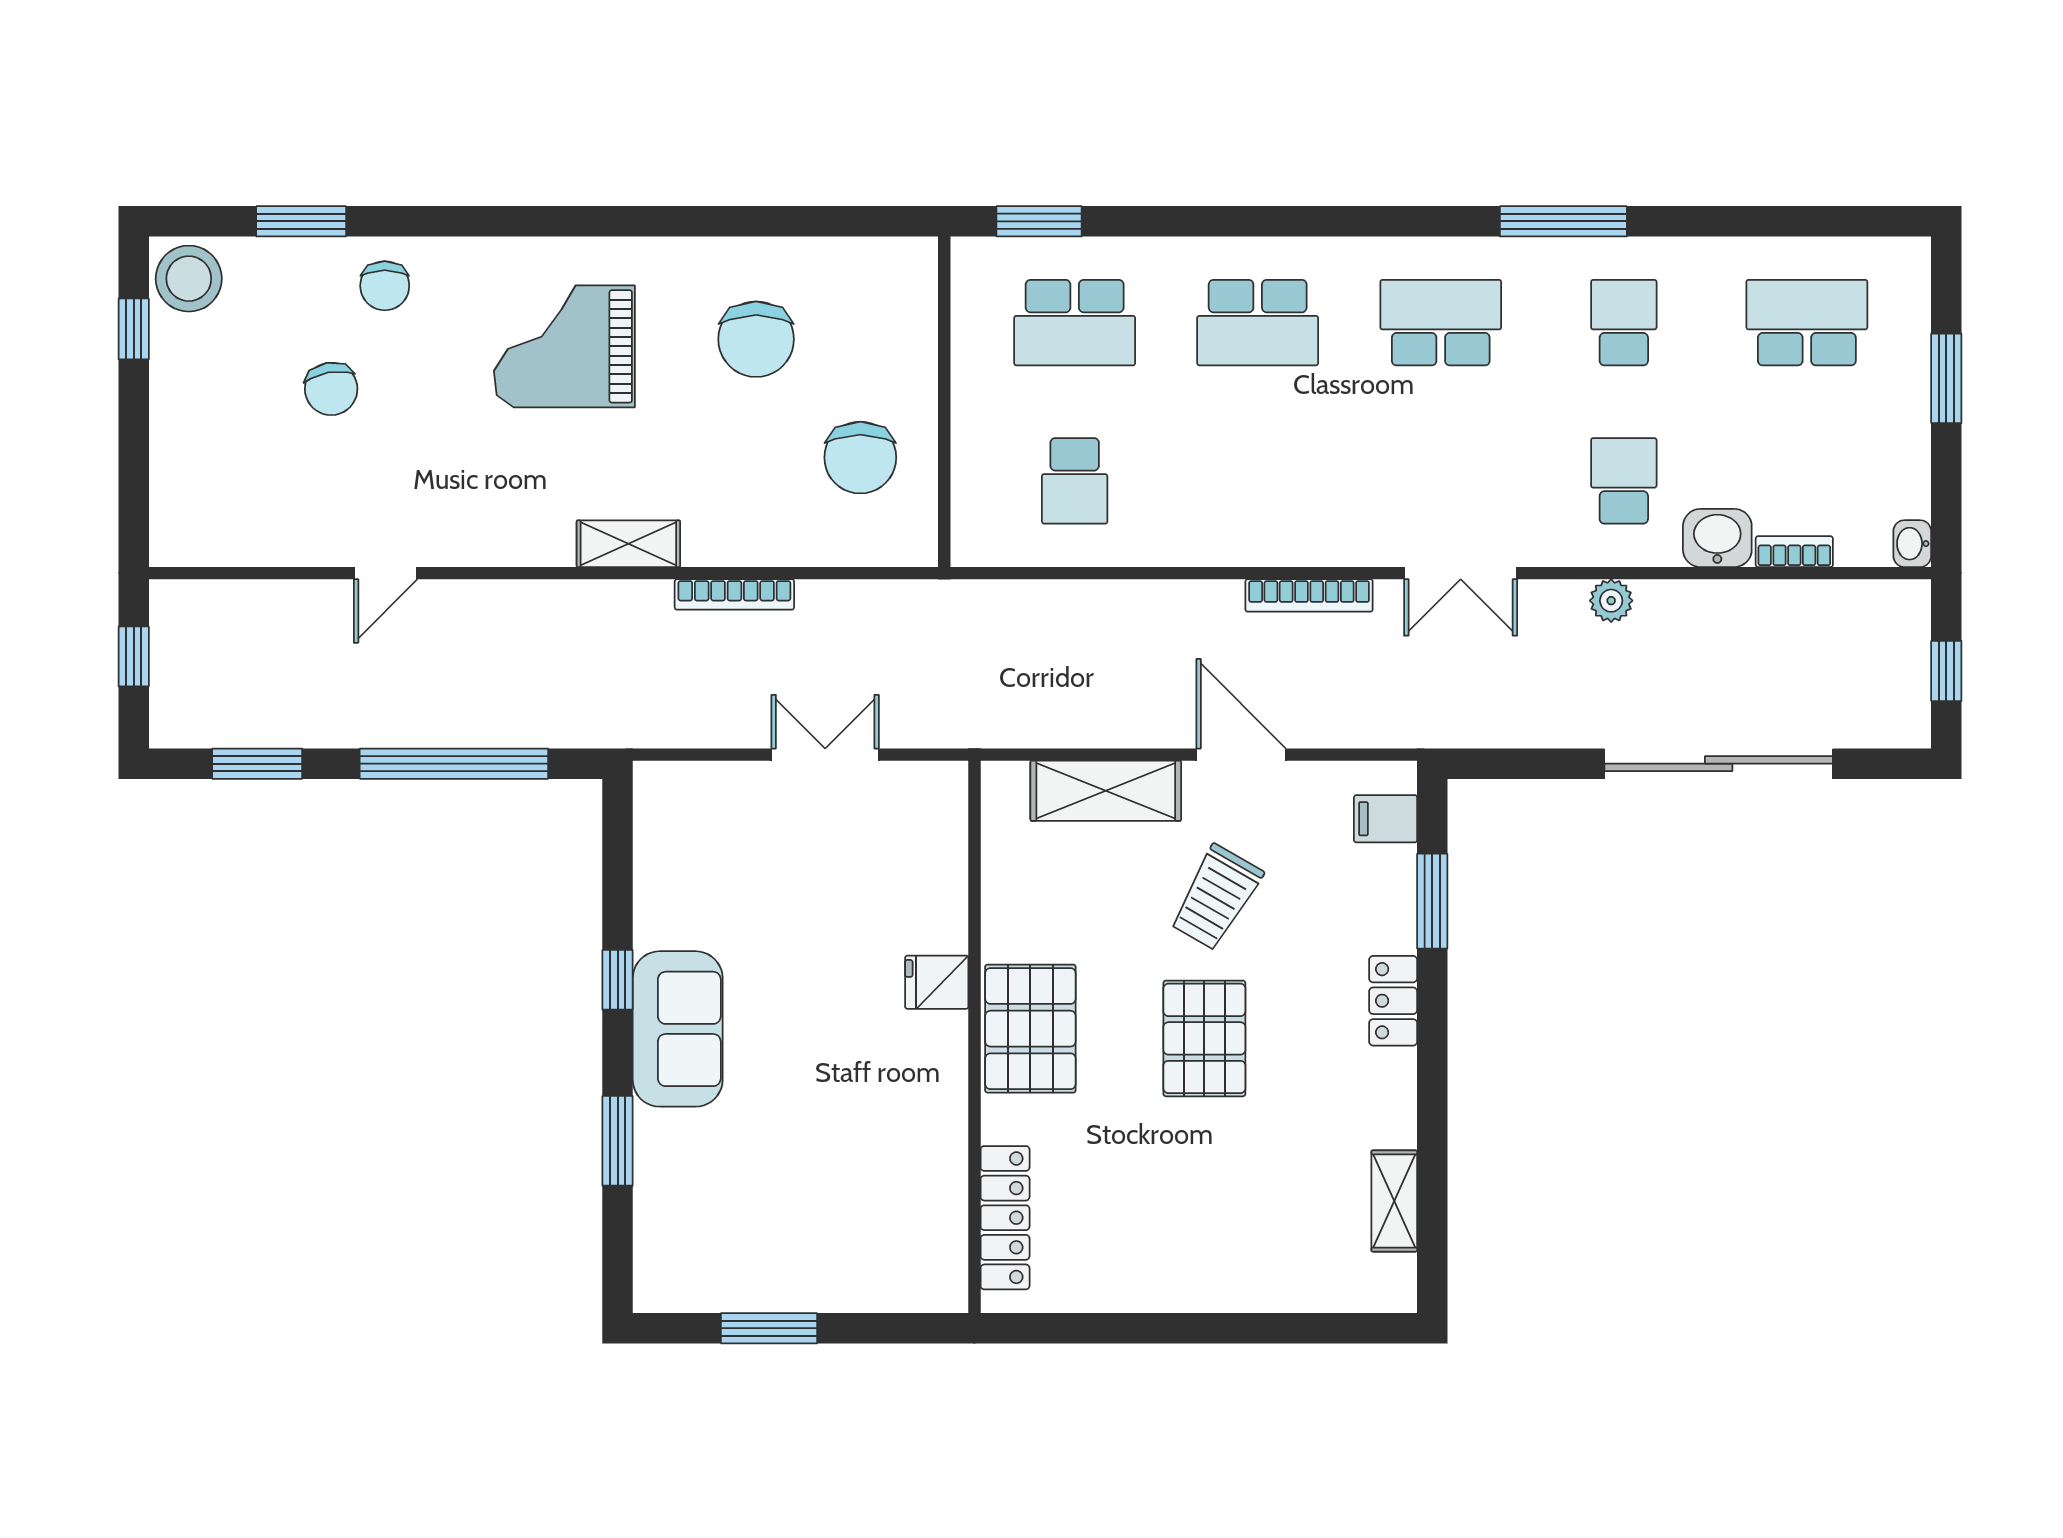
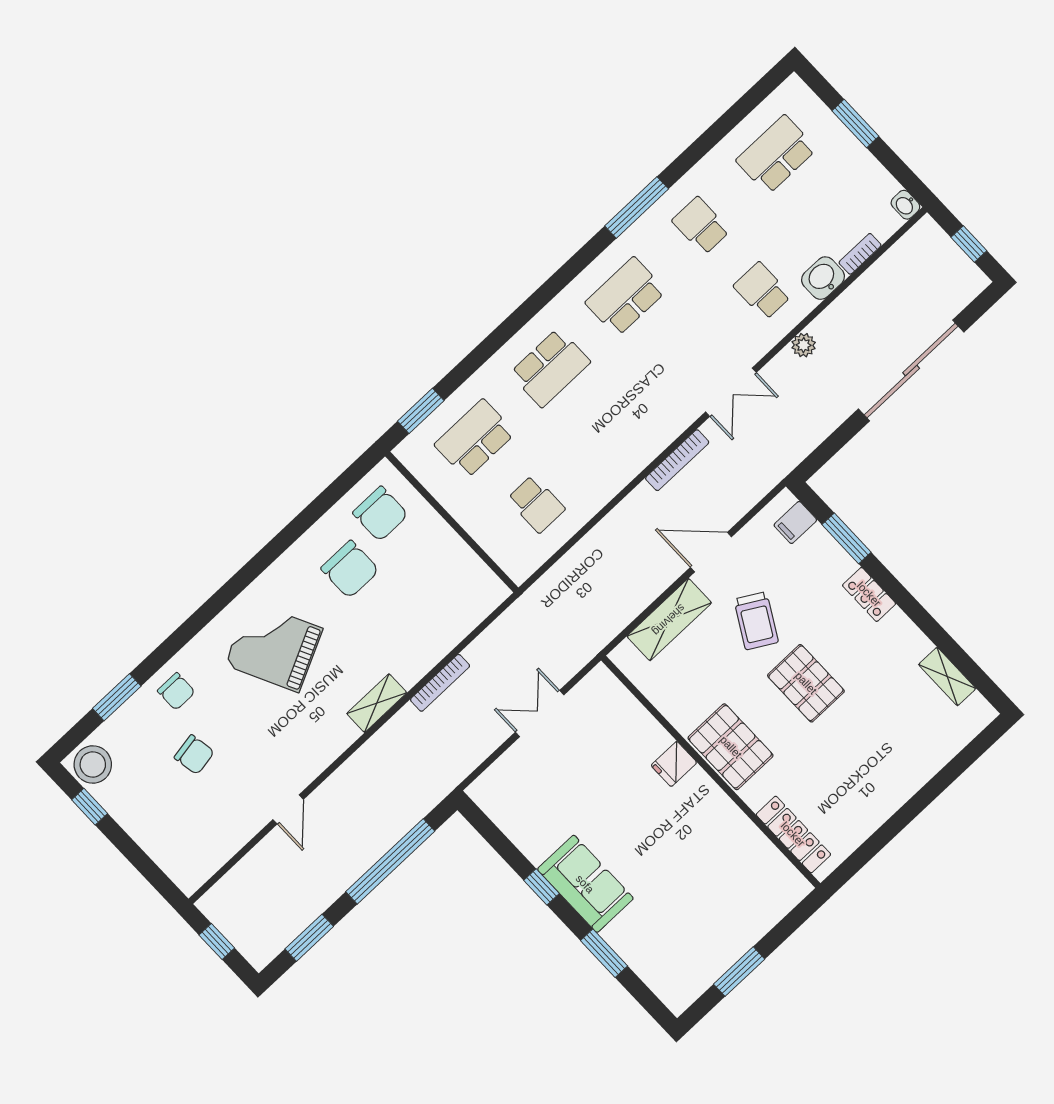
school desk: (1075, 323) -> (475, 439), turned 180
grand piano: (564, 346) -> (274, 647), turned 64
chair: (860, 458) -> (380, 514), moved

